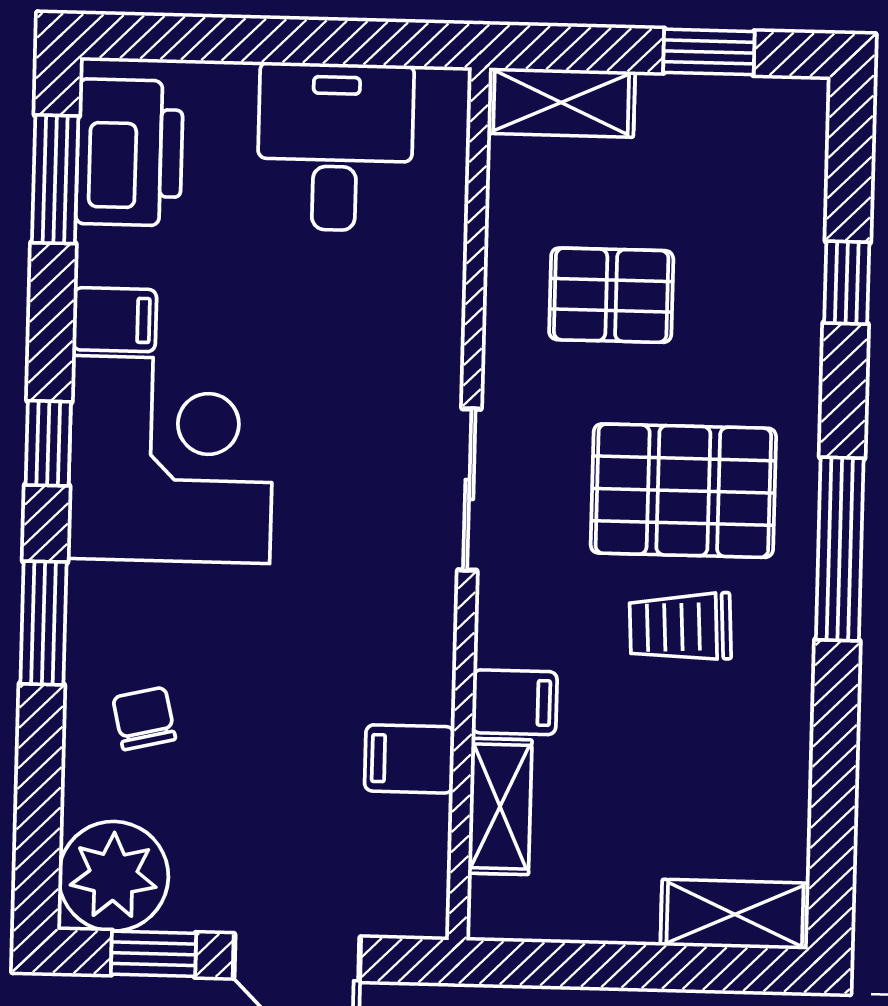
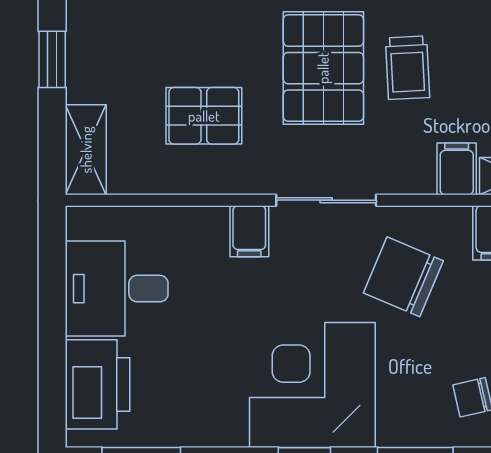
printer: (129, 152) -> (98, 384), moved, turned 90
pallet: (611, 295) -> (204, 116), turned 90
filing cabinet: (114, 320) -> (249, 231), moved, turned 180
chair: (342, 611) -> (403, 277), added

